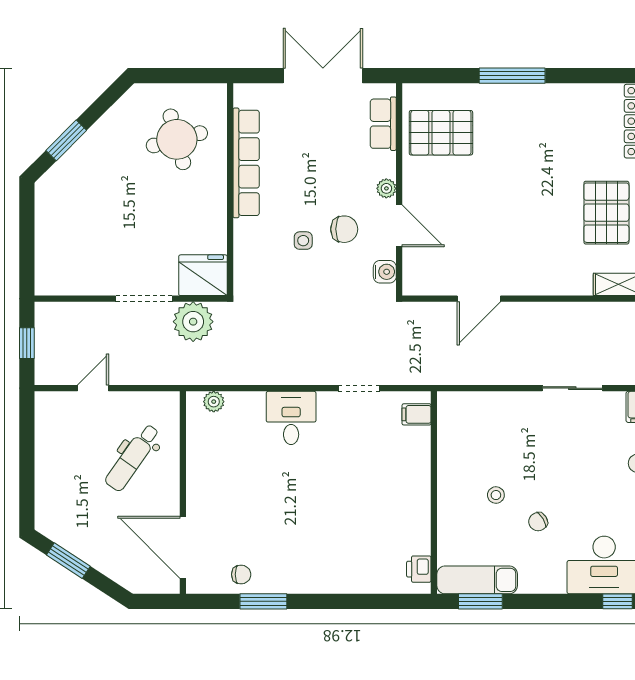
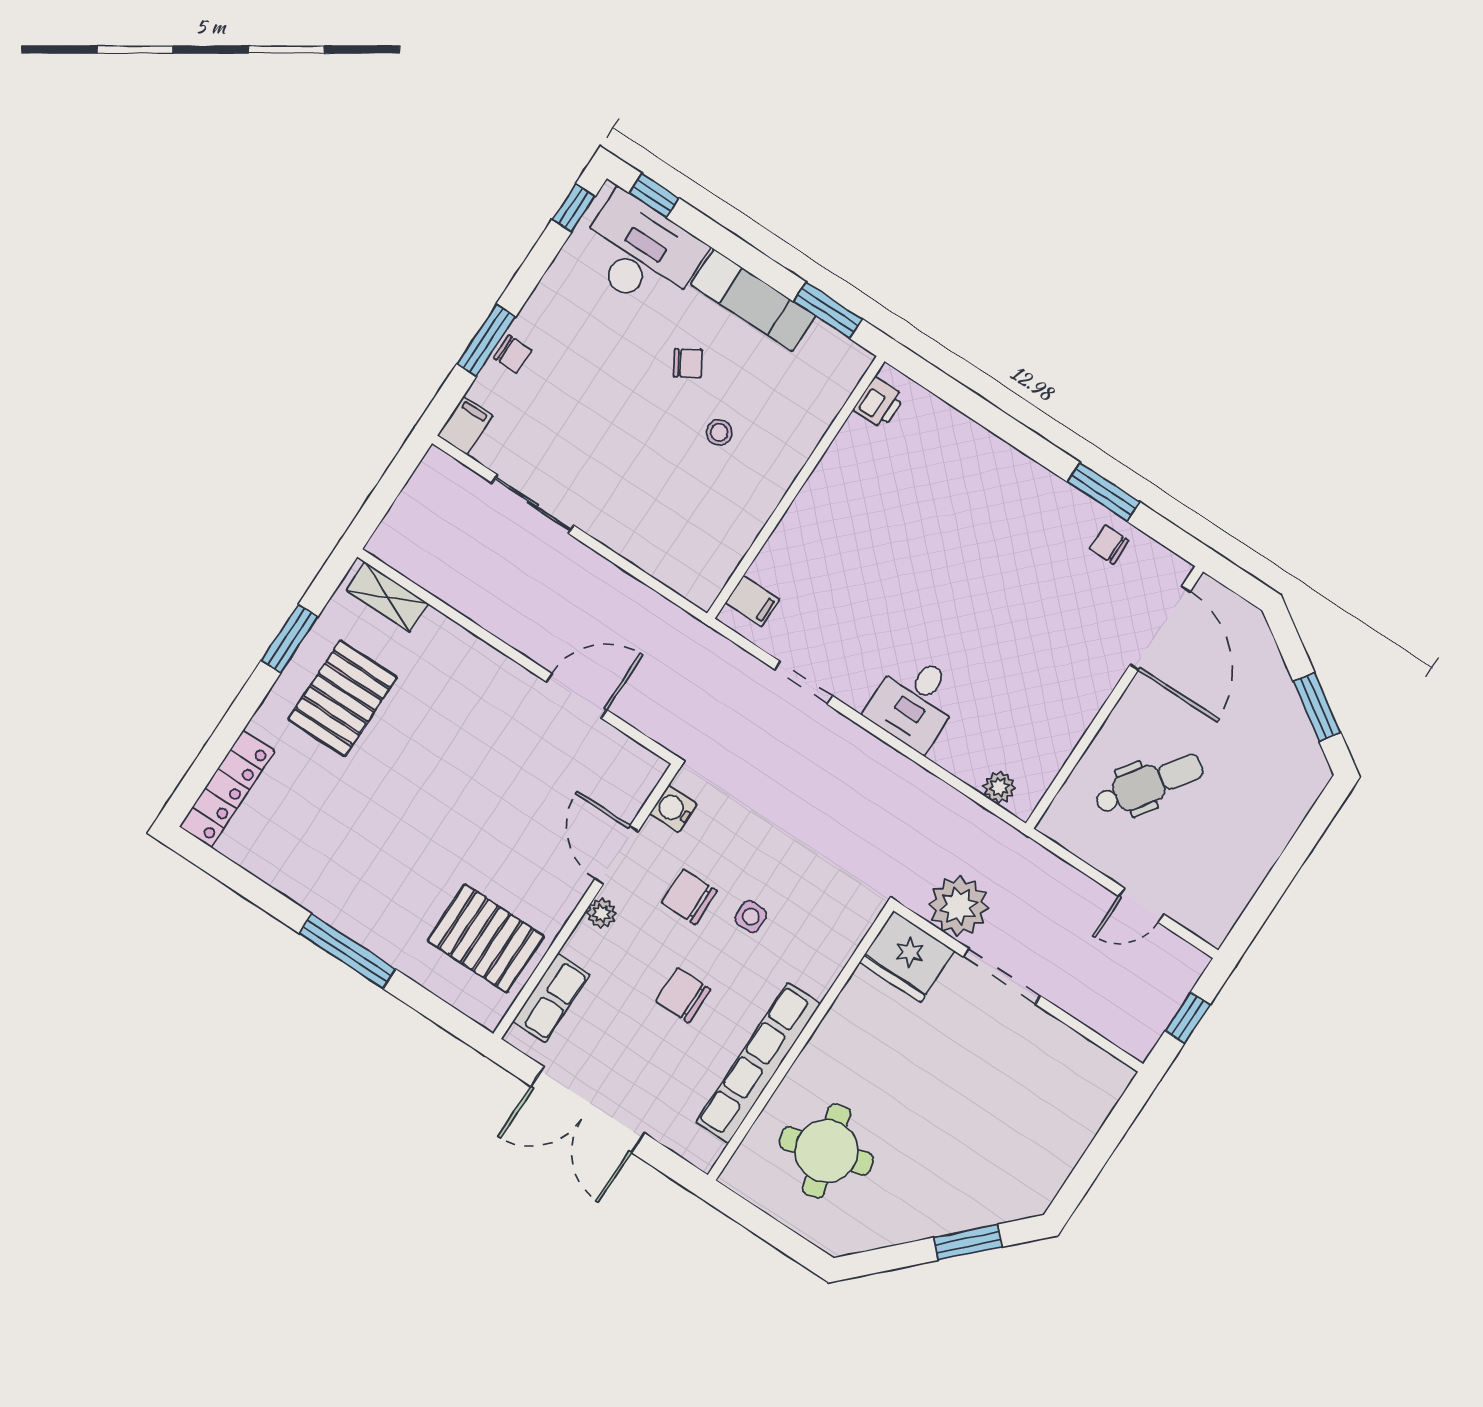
chair: (312, 173) -> (683, 995), added
exam couch: (477, 580) -> (753, 300), moved

